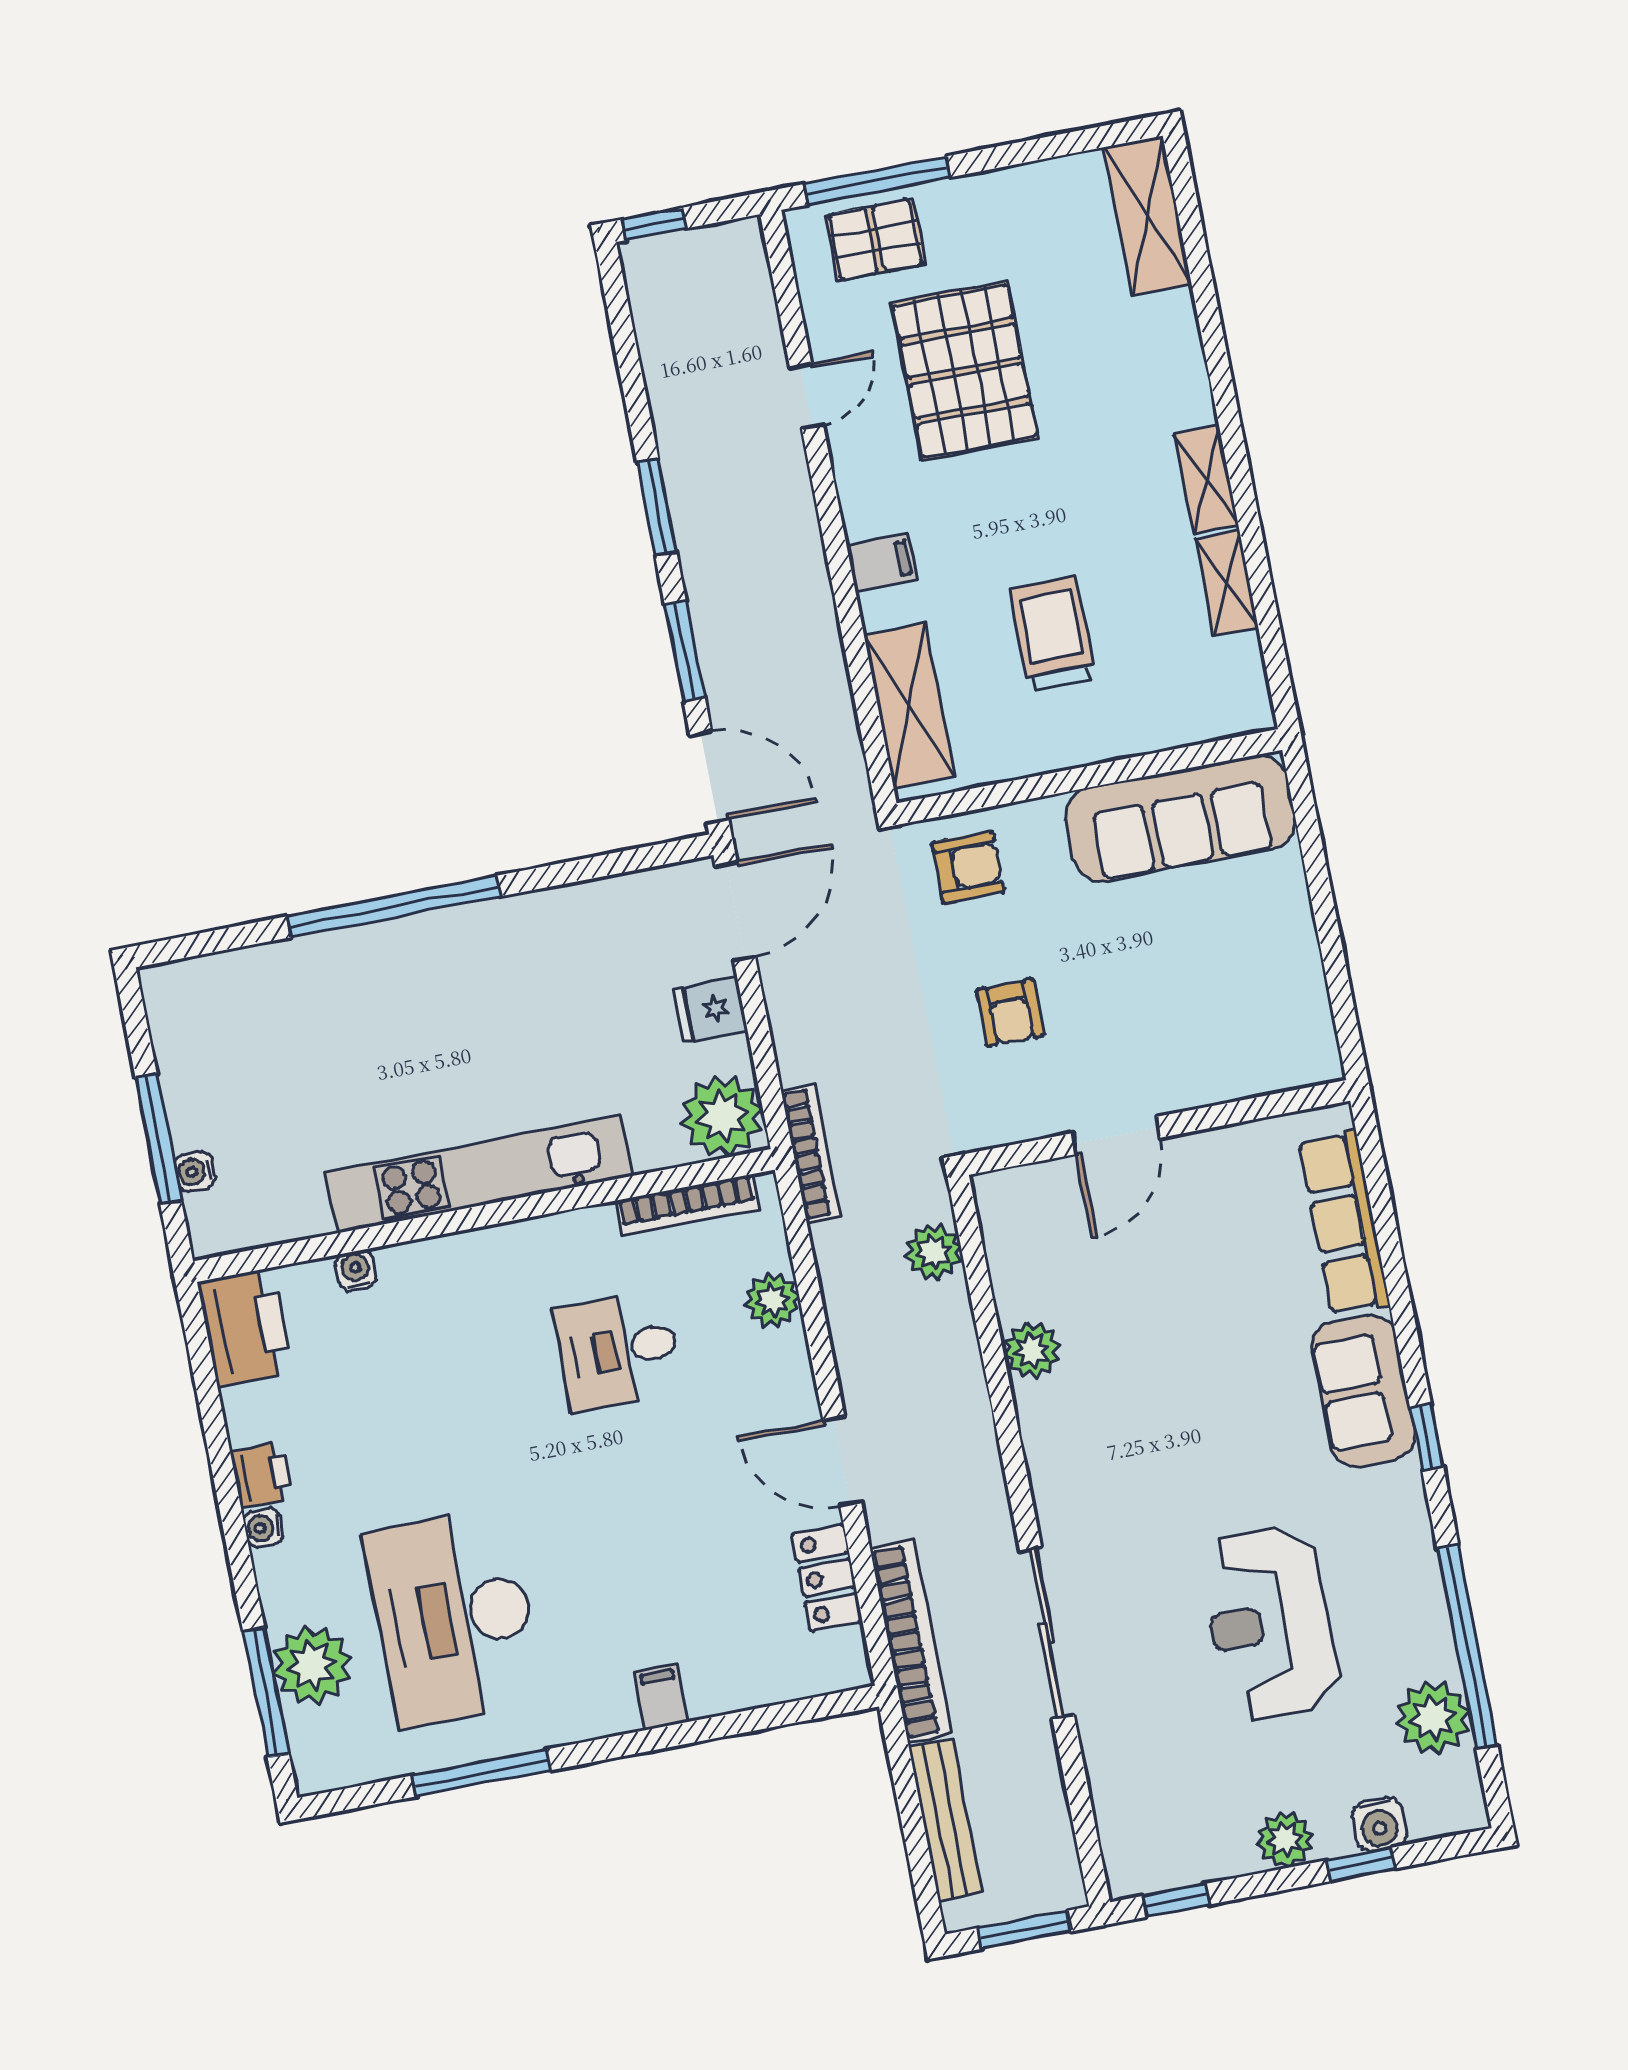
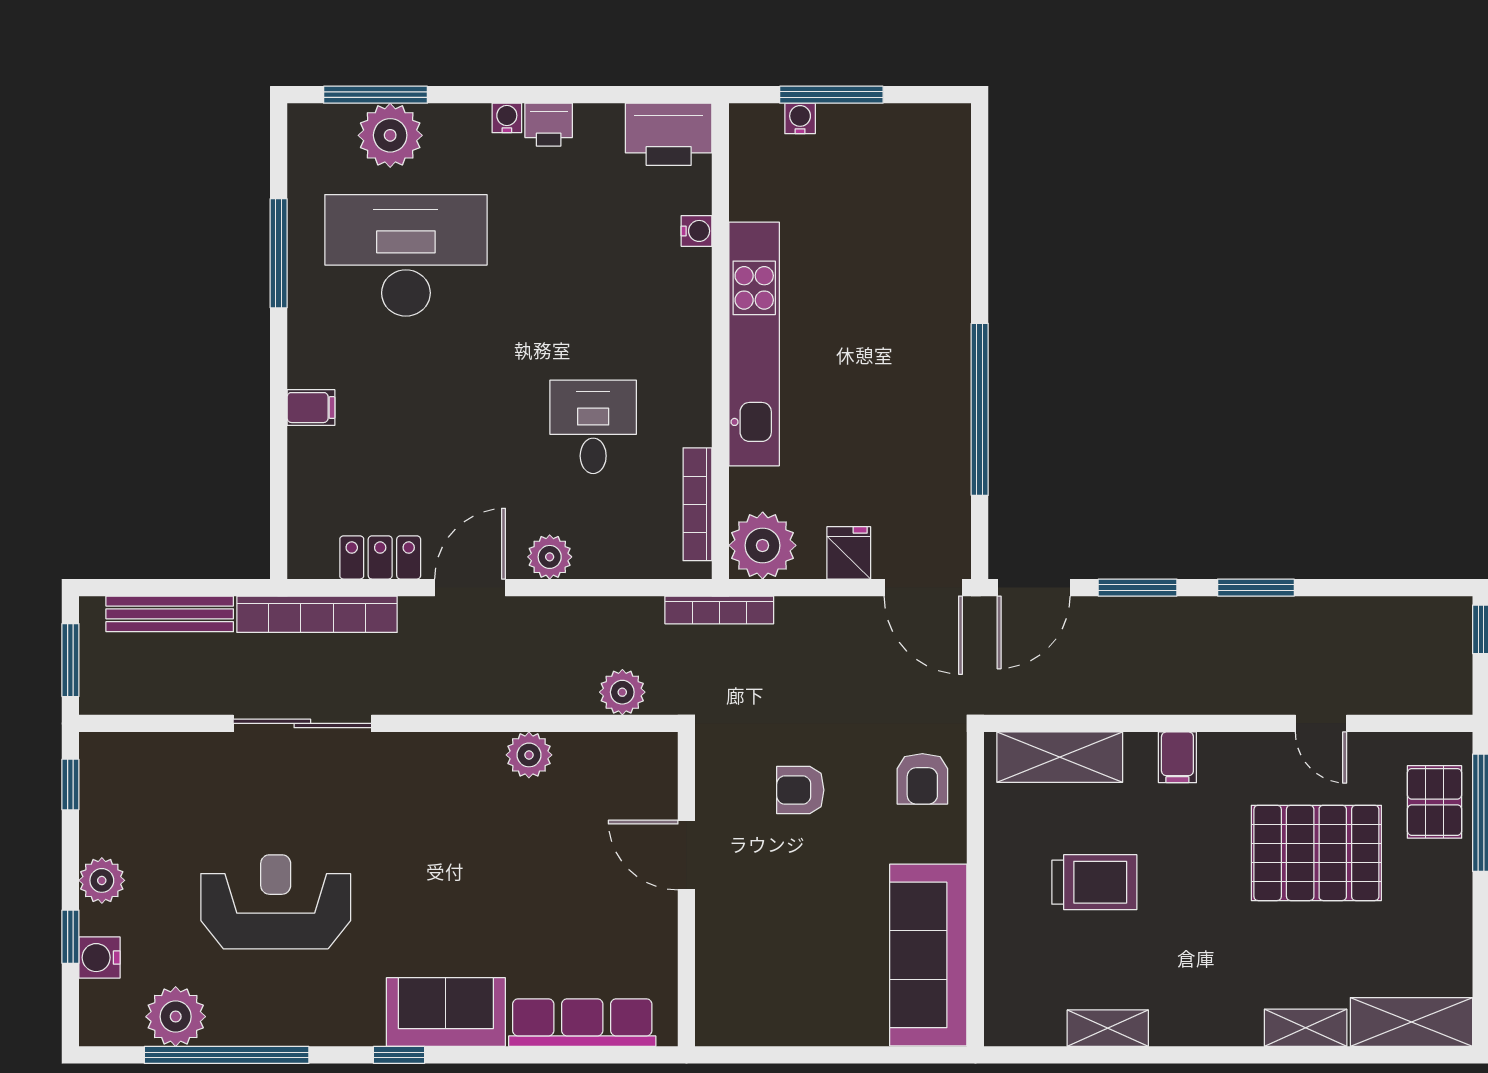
shelving: (1206, 480) -> (1306, 1028), moved
window: (393, 906) -> (980, 409), moved
plant: (772, 1300) -> (550, 557), moved

